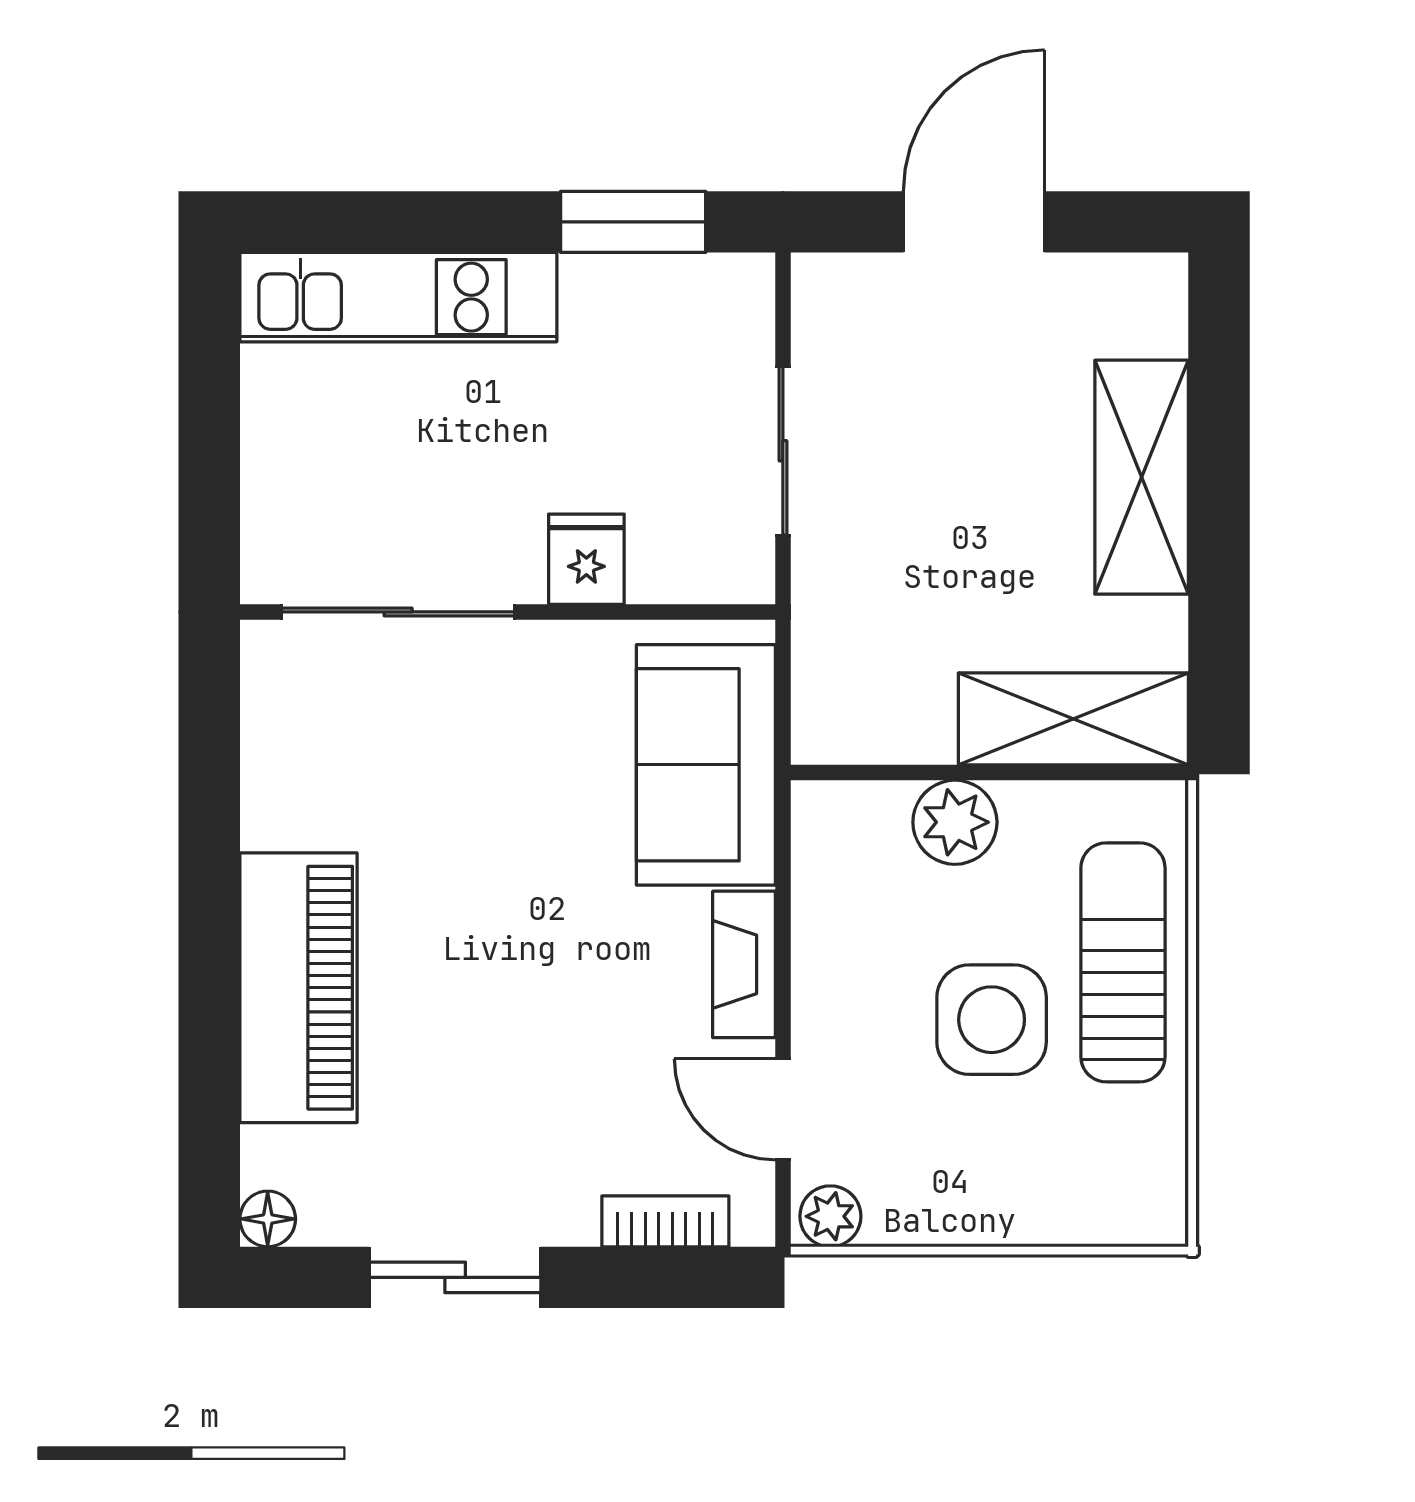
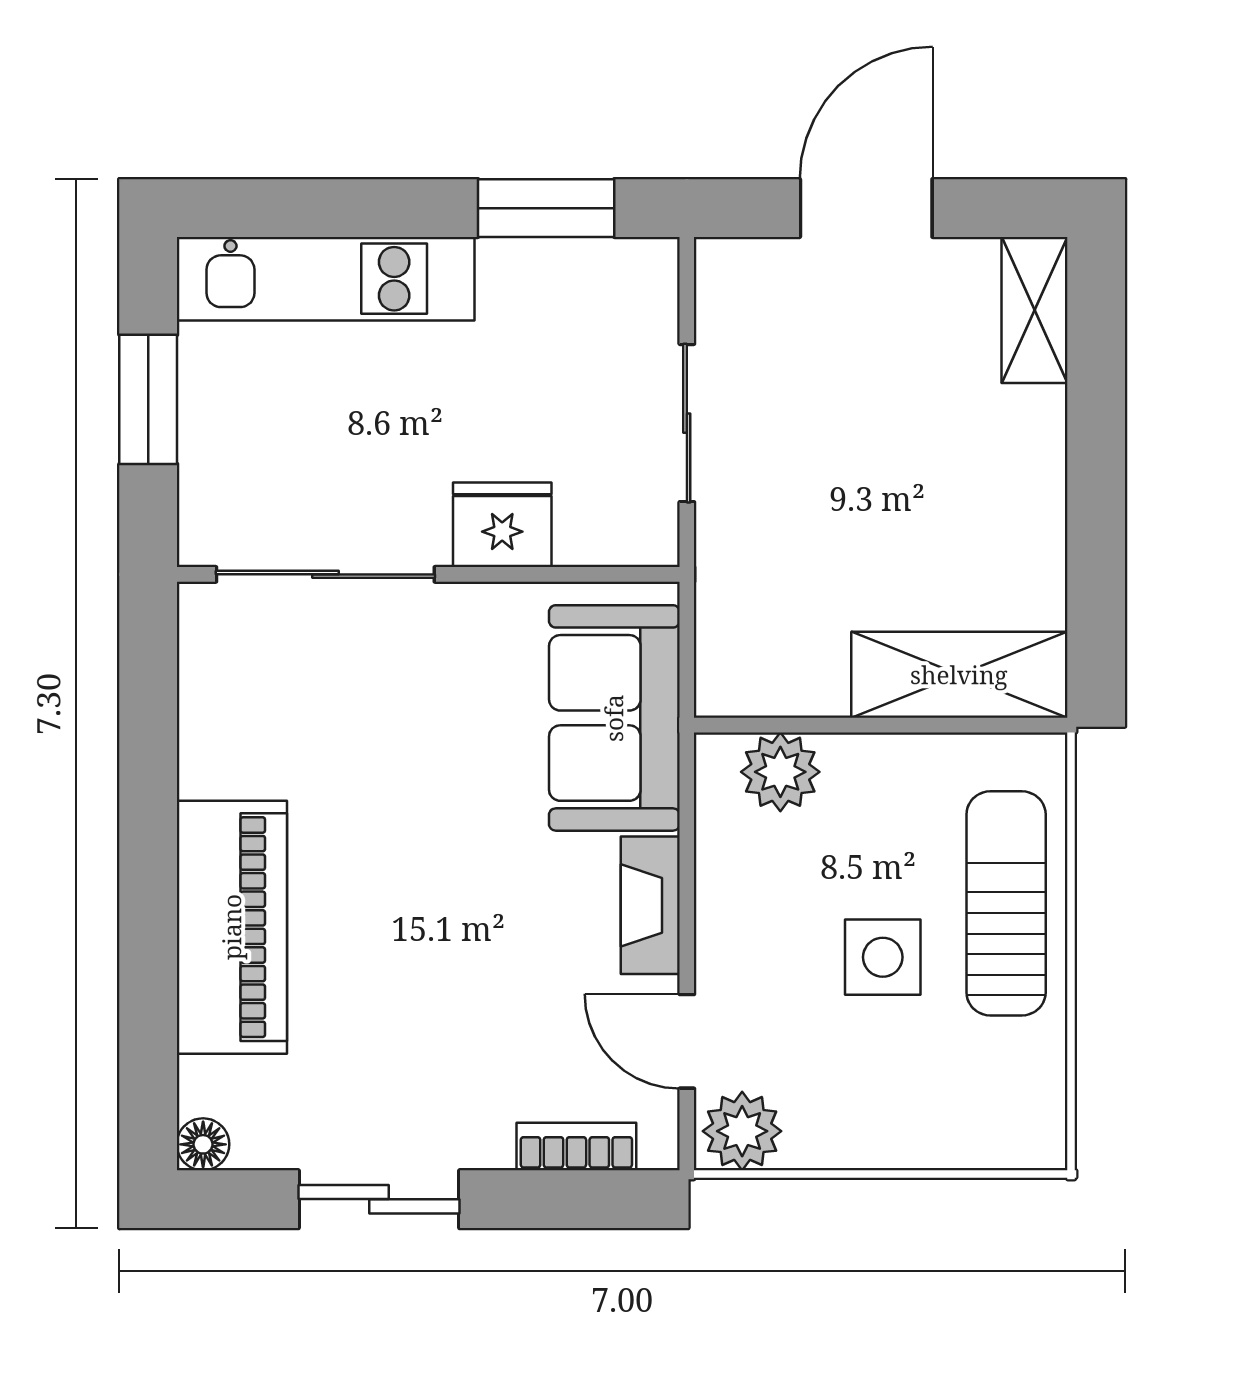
window: (209, 426) -> (148, 399), added
shelving: (1142, 477) -> (1035, 310), moved, width x0.67, depth x0.75
fridge: (586, 559) -> (502, 525), width x1.38
plant: (955, 822) -> (780, 772), moved
side table: (992, 1020) -> (883, 957), width x0.73, depth x0.73
plant: (830, 1216) -> (742, 1131), width x1.38, depth x1.38

